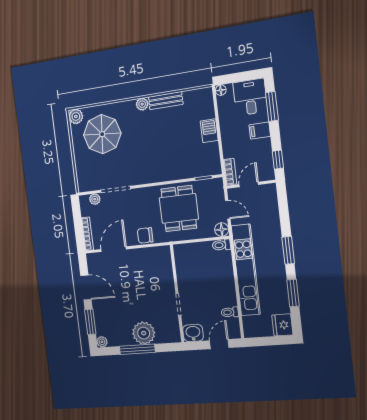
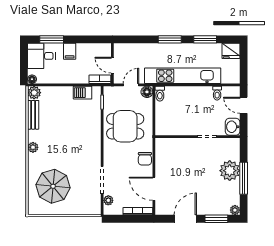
bench: (166, 101) -> (33, 115), moved
plant: (76, 116) -> (34, 93), moved
barbecue: (209, 131) -> (83, 93), moved
window: (278, 160) -> (95, 39), removed

